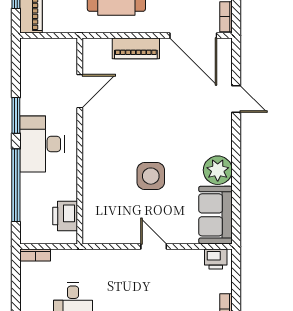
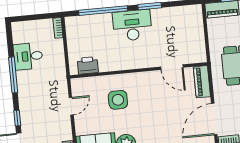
door: (80, 91) -> (172, 67), moved
wall: (80, 141) -> (139, 70), moved
printer: (65, 216) -> (88, 65), moved

